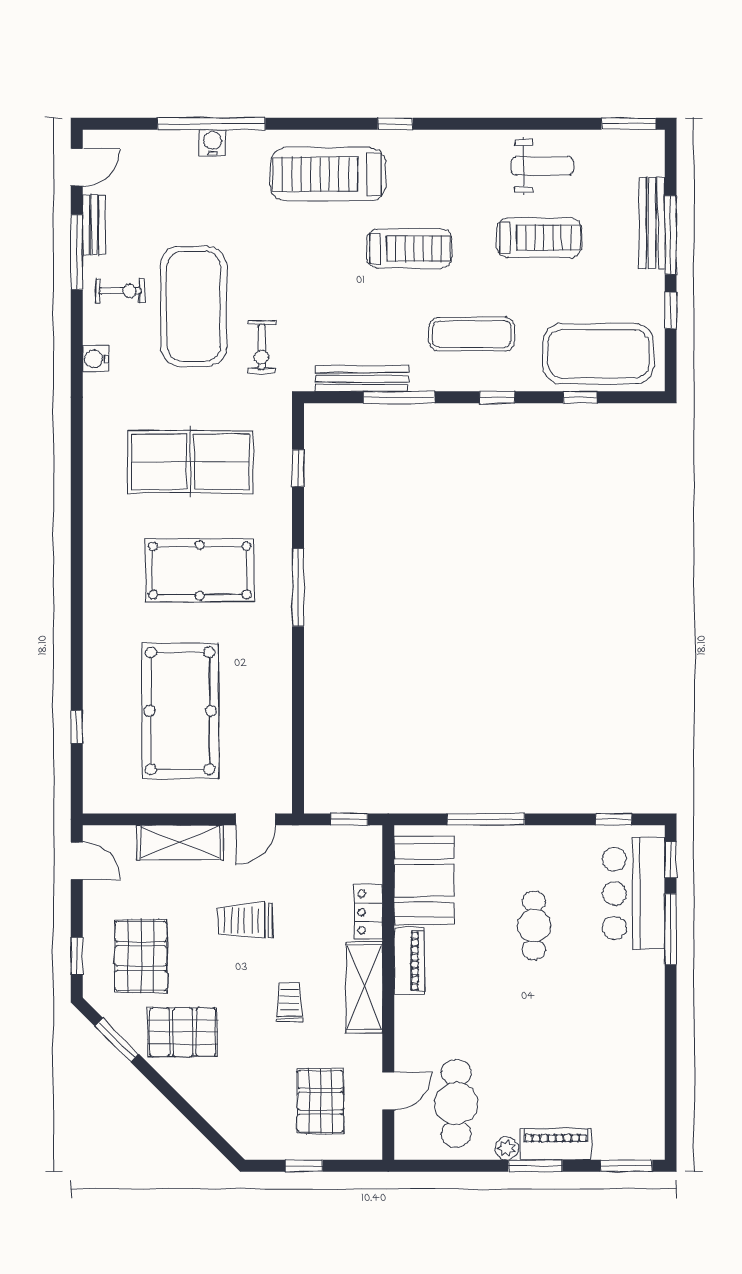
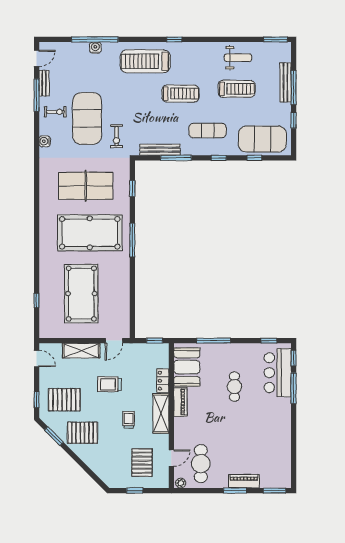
pool table: (200, 570) -> (90, 233), width x1.36, depth x1.32
pallet: (141, 956) -> (64, 400), turned 90
plant: (507, 1148) -> (181, 483), moved

